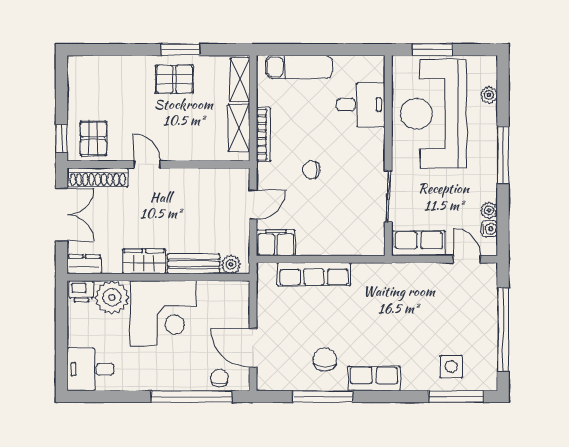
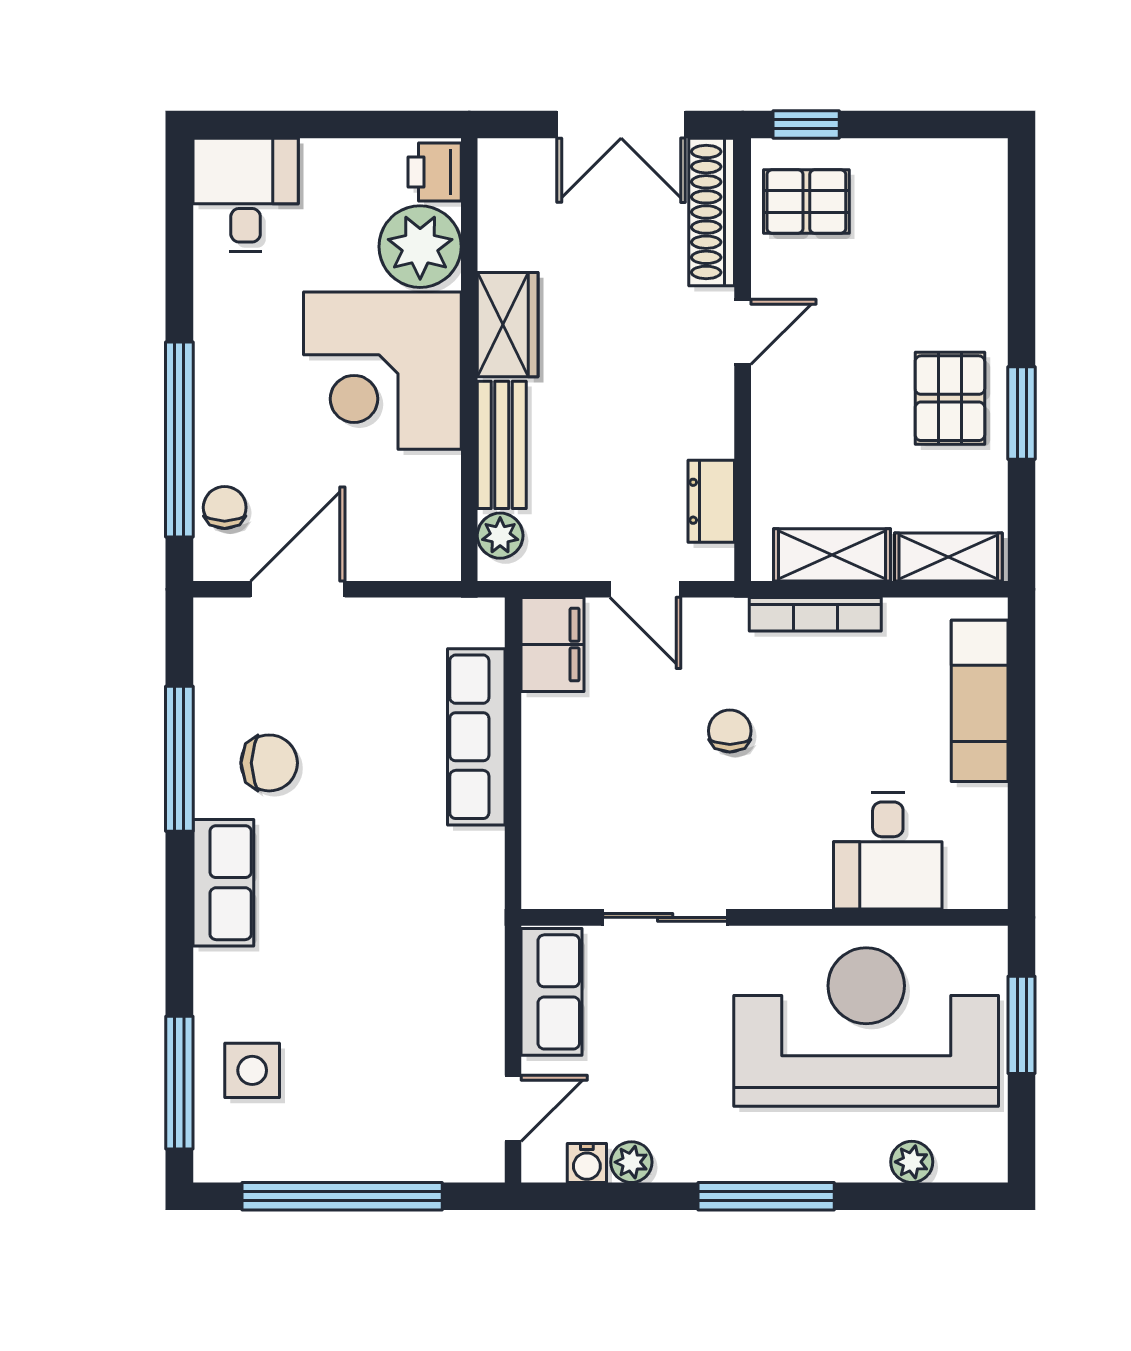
dresser: (84, 264) -> (711, 501), moved, turned 180
chair: (219, 378) -> (225, 507), turned -90

